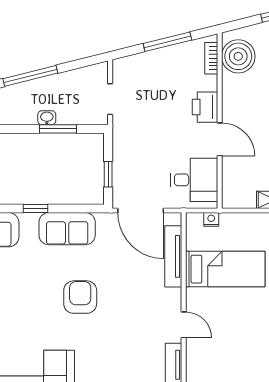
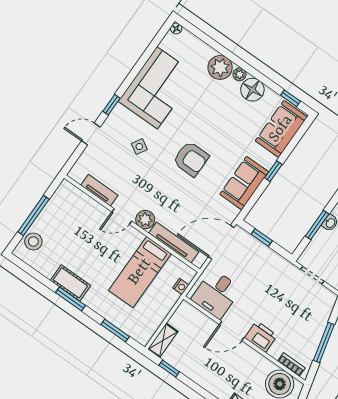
plant: (171, 300) -> (145, 220), added
side table: (104, 356) -> (139, 147), added

